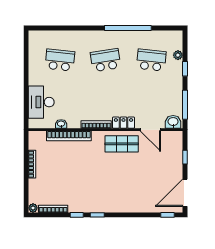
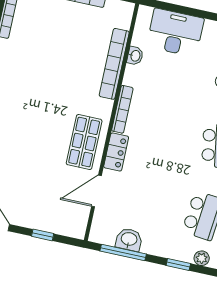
washbasin: (173, 122) -> (129, 240), moved, turned -90

